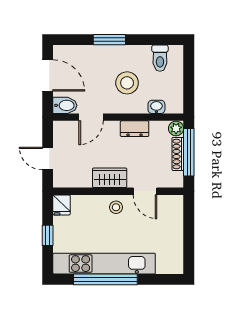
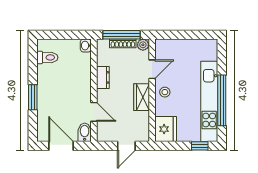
door: (48, 75) -> (61, 146), hinge flipped
stool: (127, 83) -> (67, 83), removed
washbasin: (156, 107) -> (86, 46), moved
plant: (176, 128) -> (143, 45), moved
fridge: (62, 205) -> (166, 129), width x1.88, depth x1.34
window: (48, 235) -> (200, 146), moved

